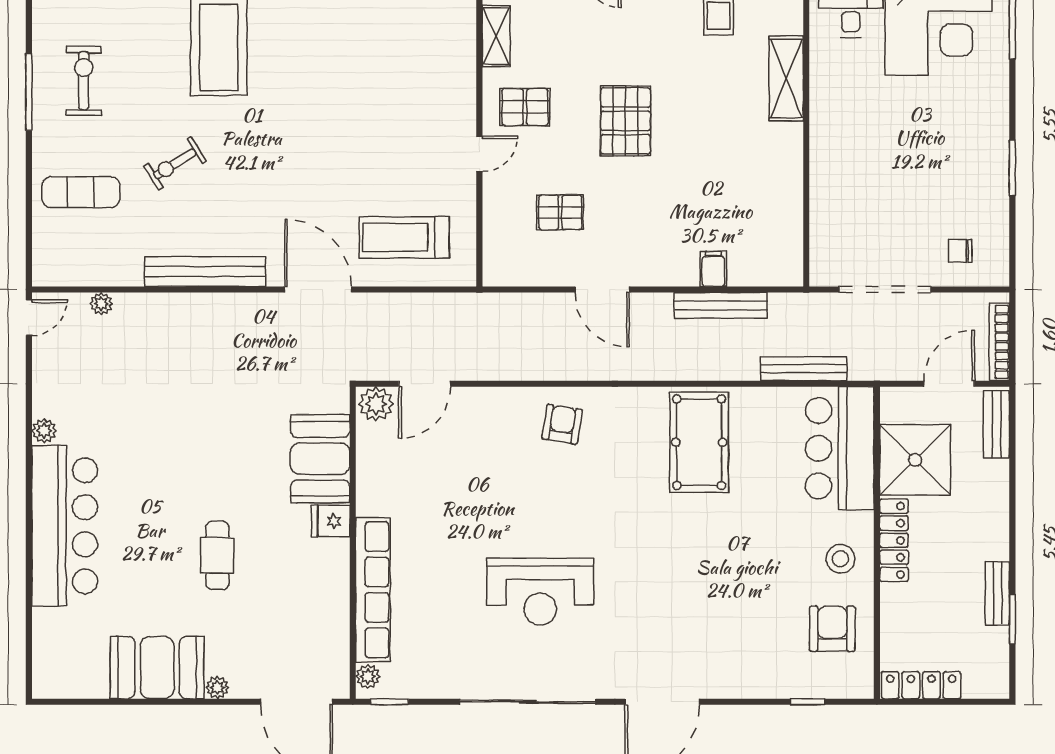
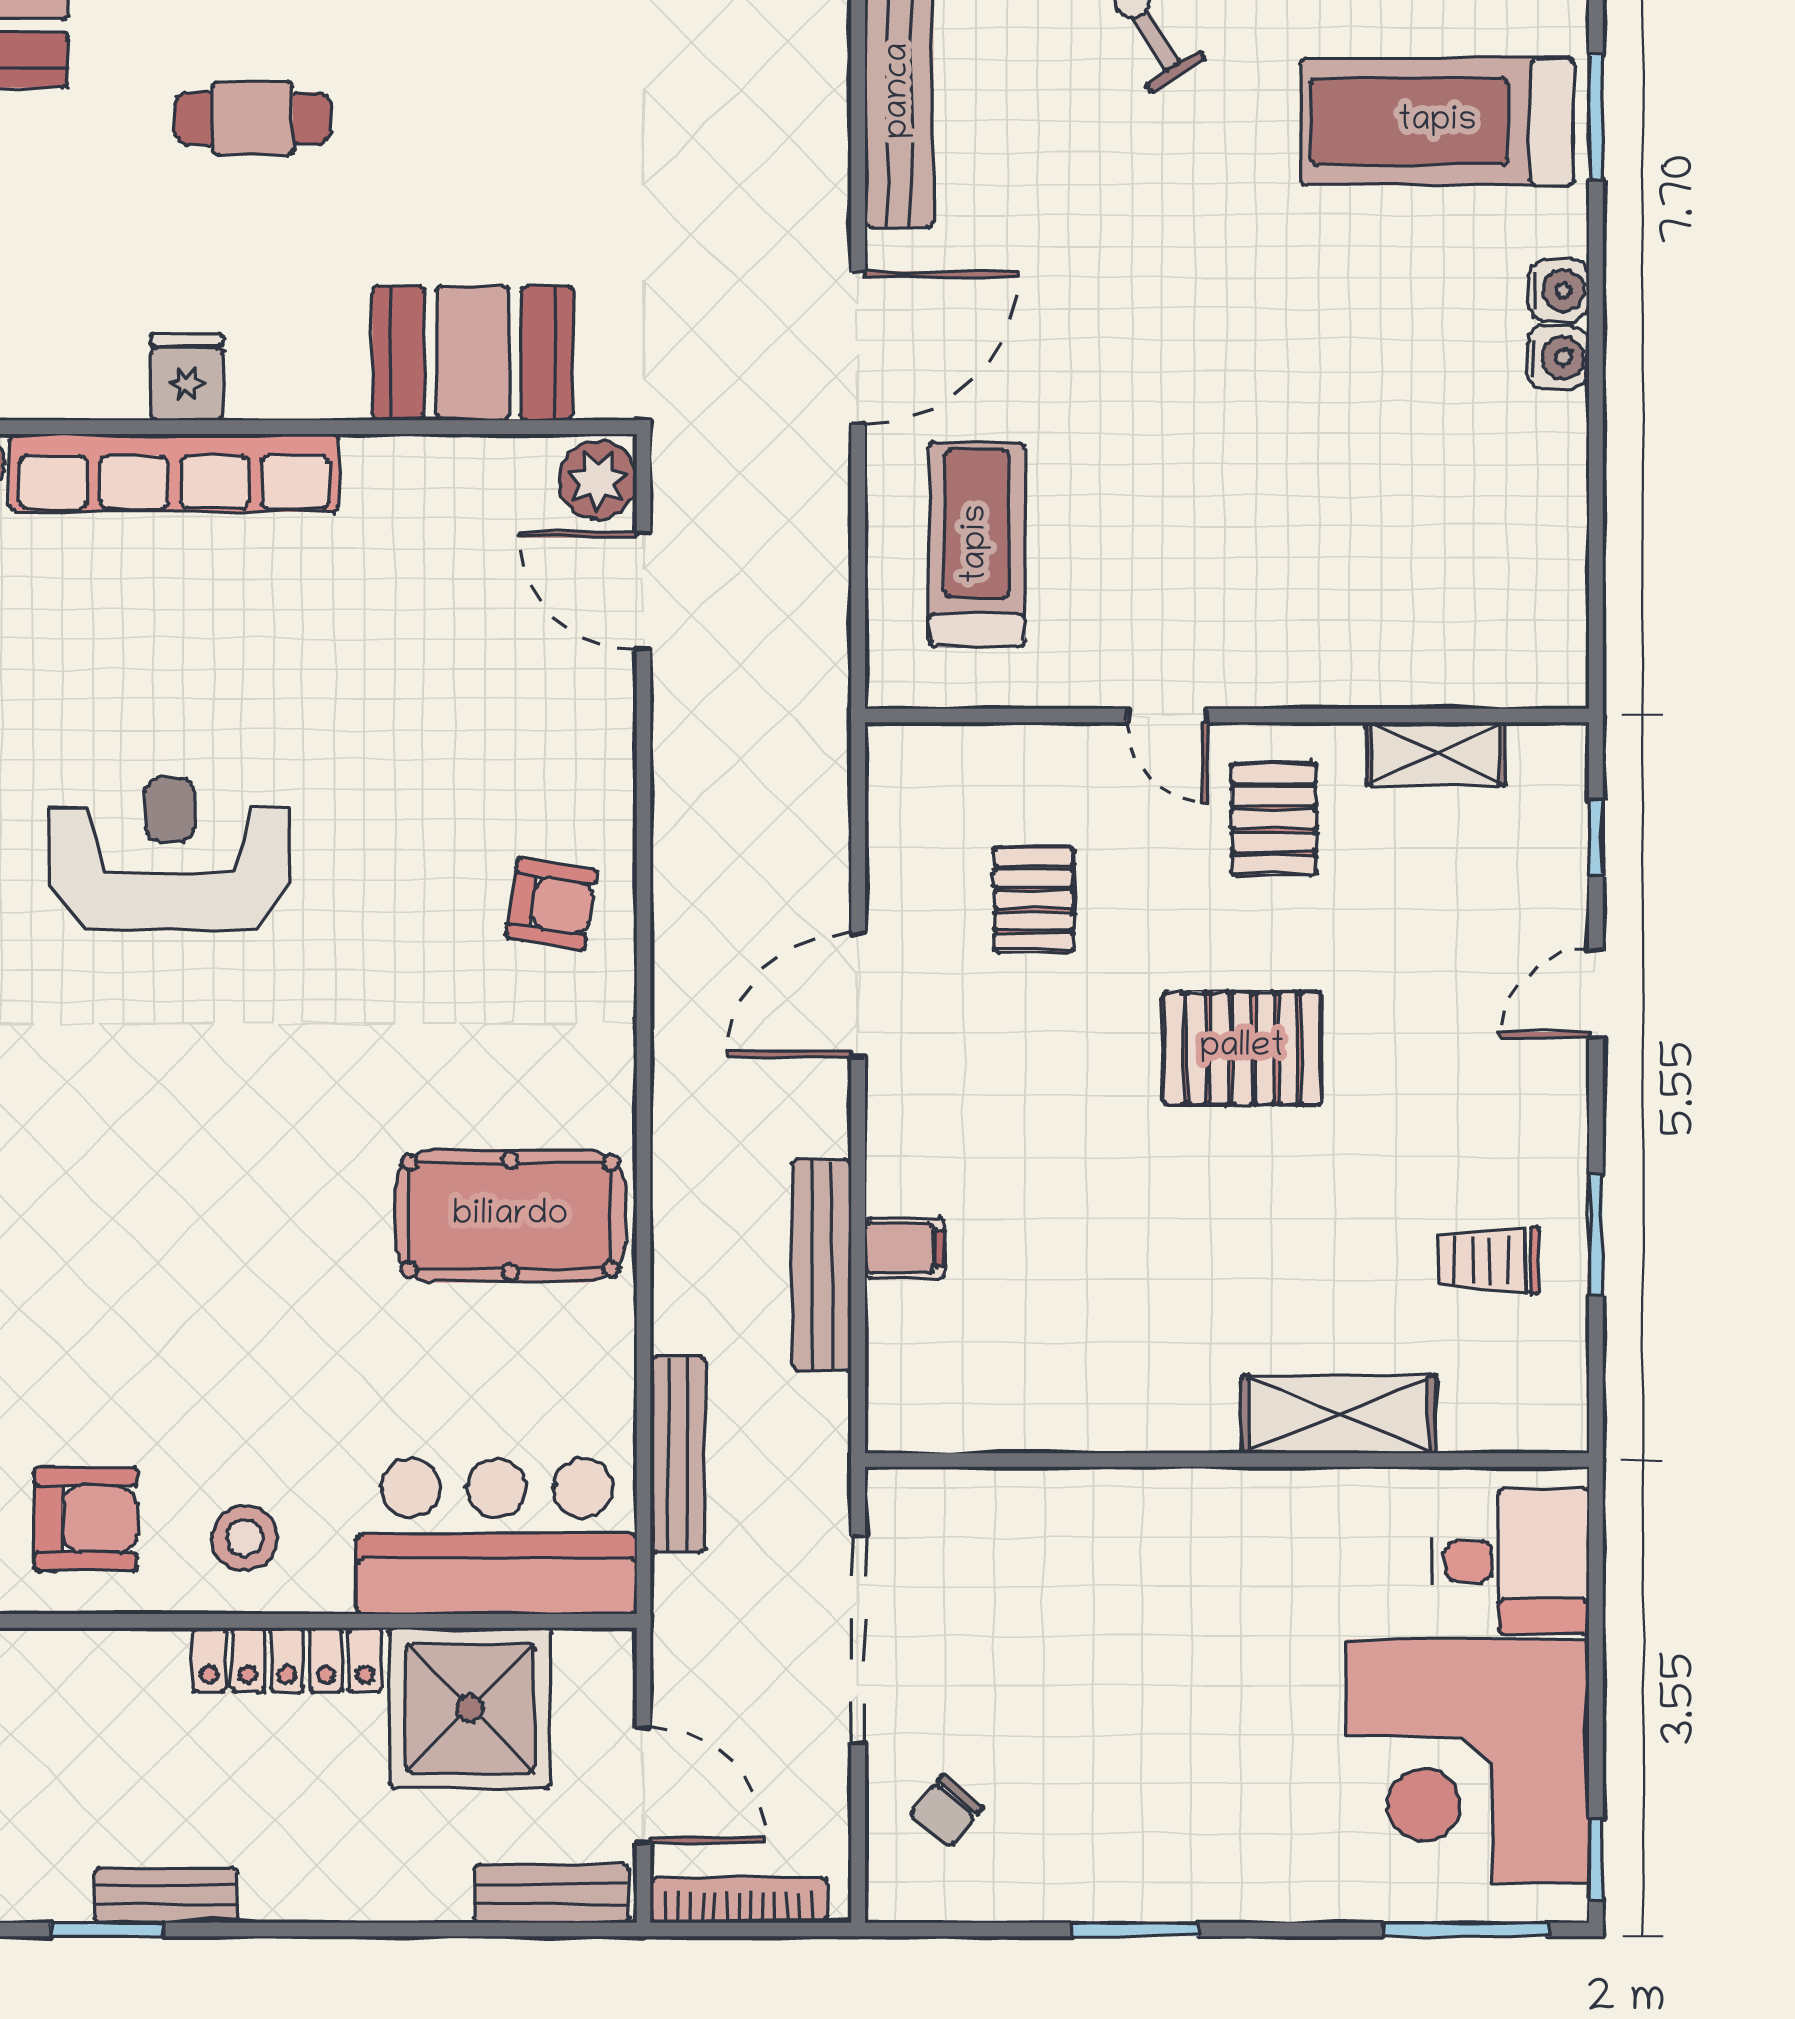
chair: (960, 251) -> (946, 1811), turned -140
fridge: (331, 521) -> (187, 377), moved
reception desk: (540, 592) -> (170, 854), turned 90

